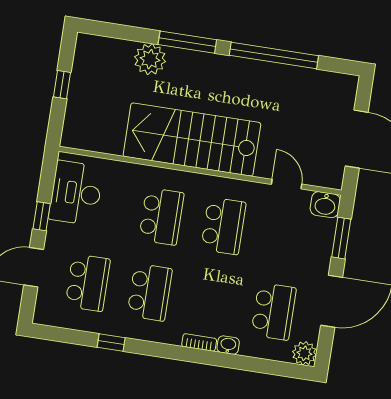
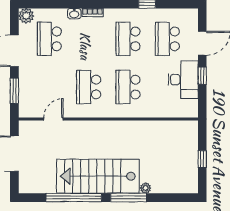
plant: (150, 59) -> (145, 188), width x0.53, depth x0.53
stairs: (192, 140) -> (98, 176), moved, turned 180
door: (287, 184) -> (53, 119), swing flipped
desk: (76, 193) -> (183, 80), moved
washbasin: (325, 205) -> (28, 110), removed

